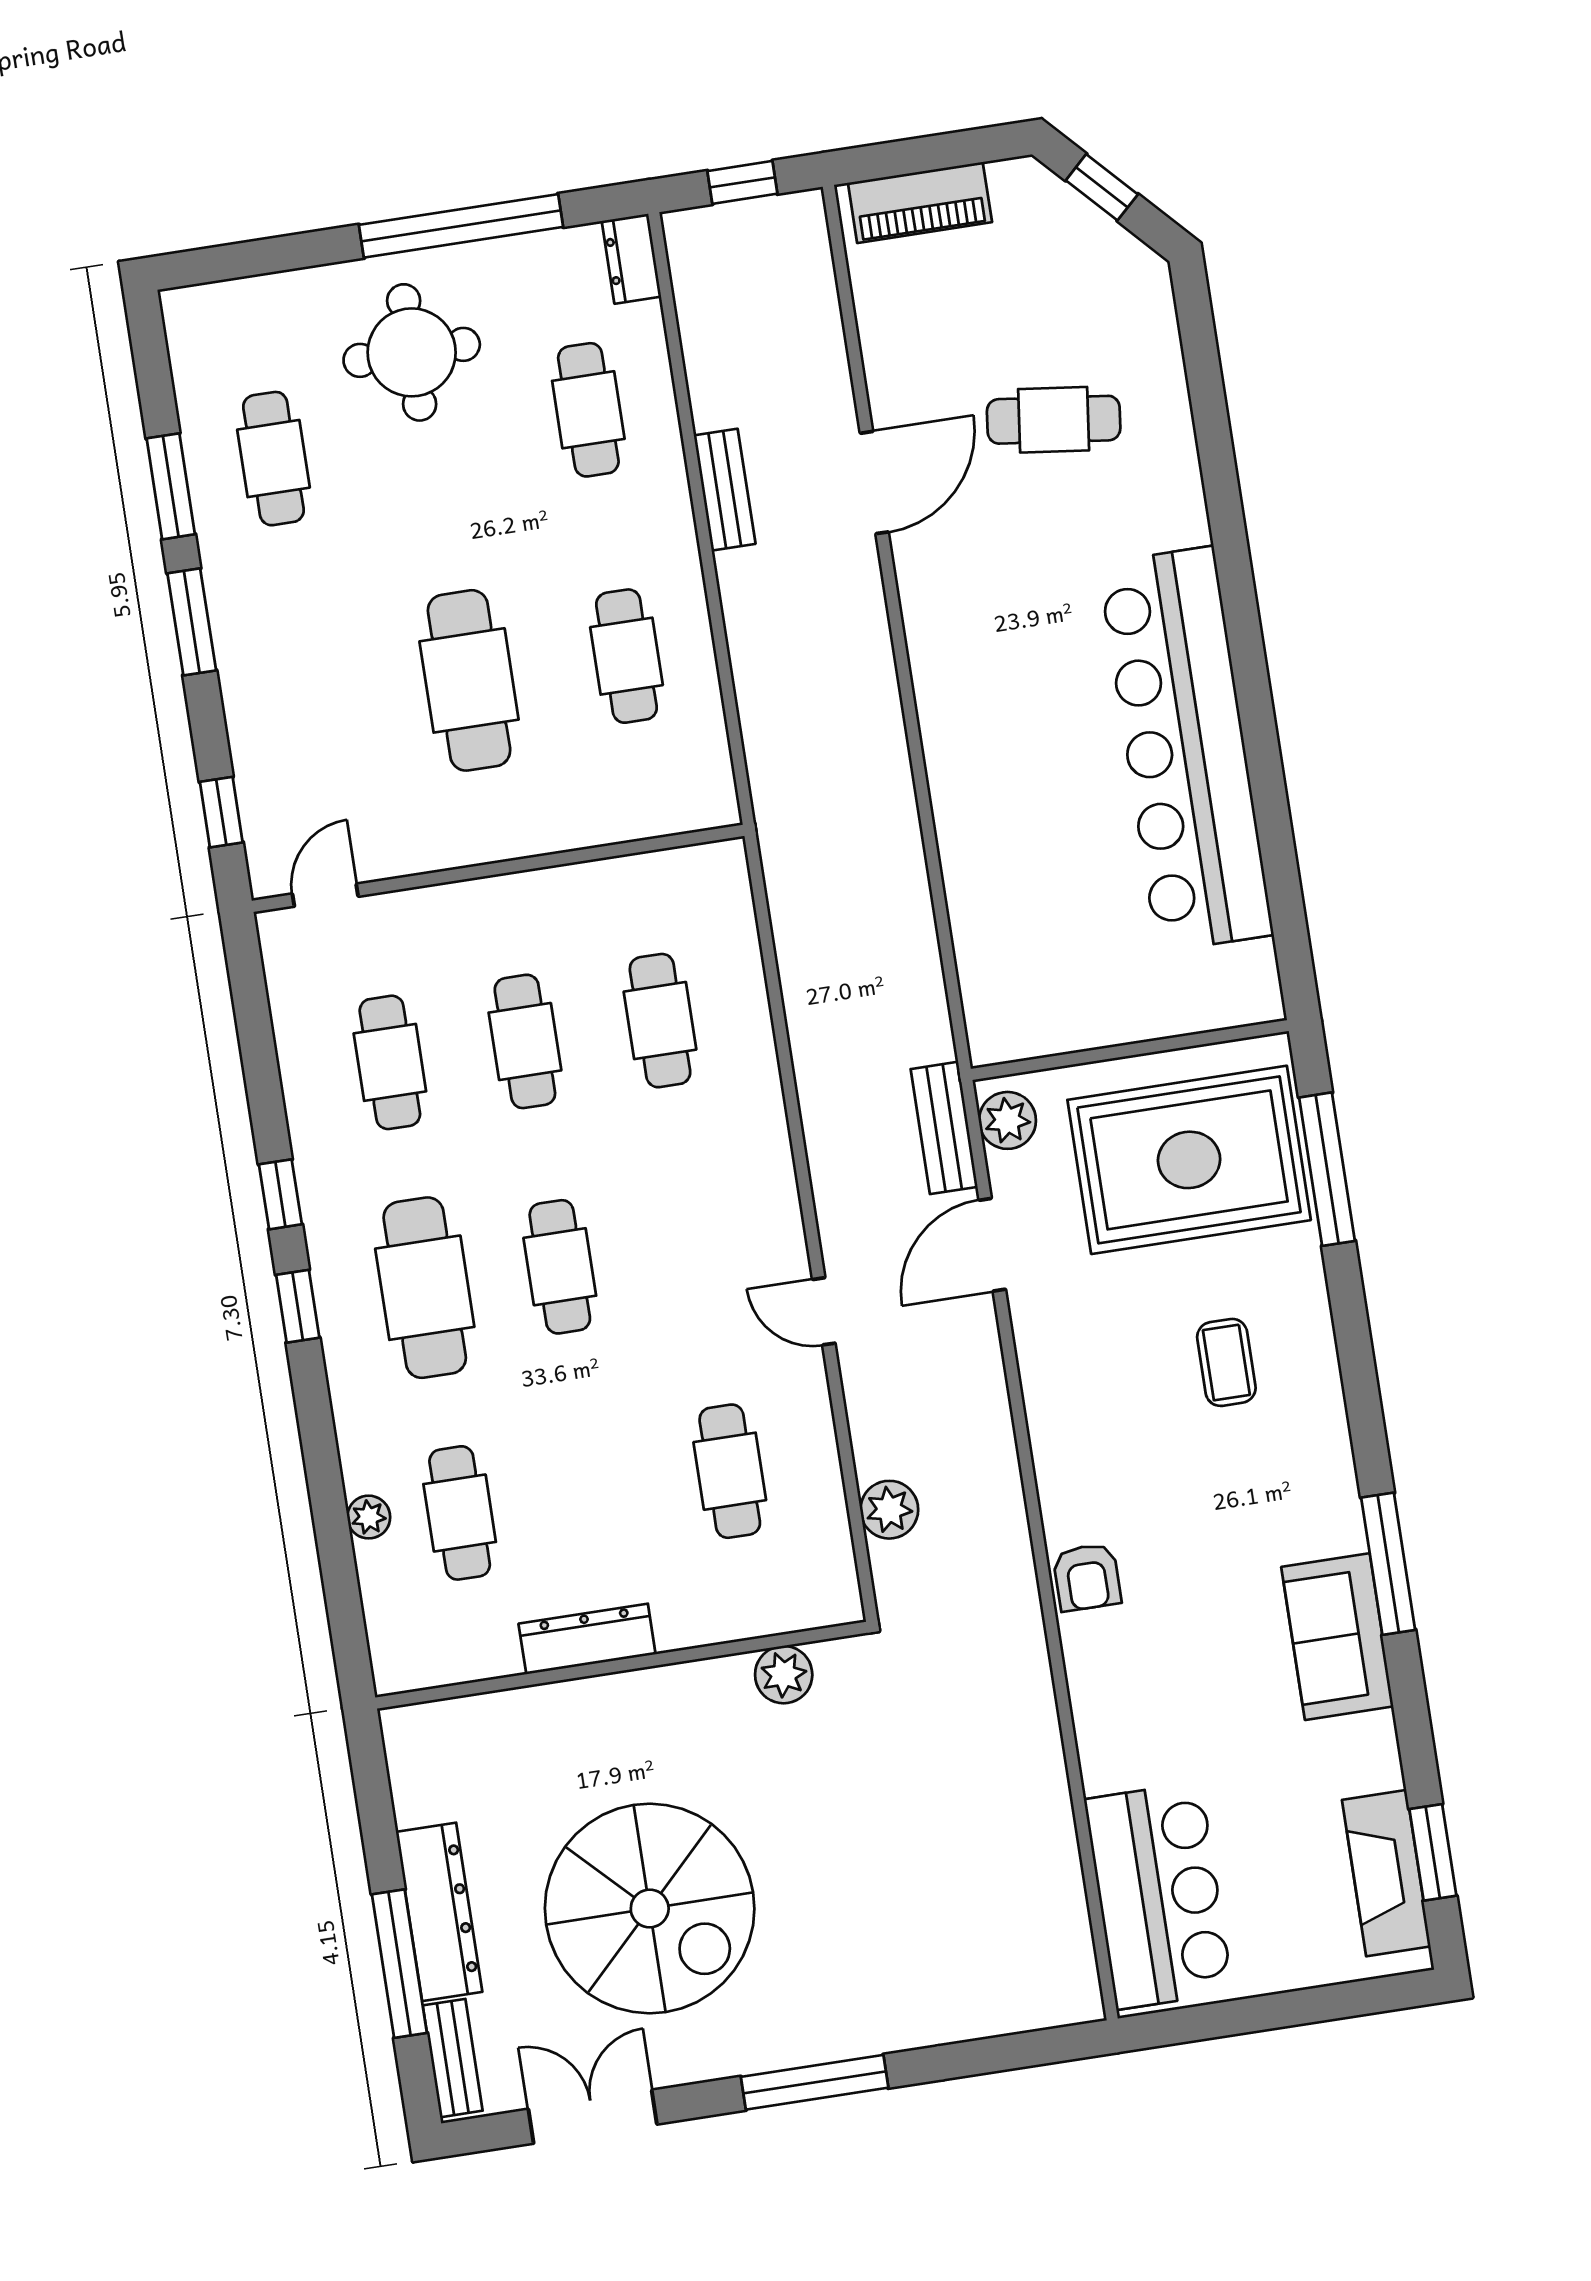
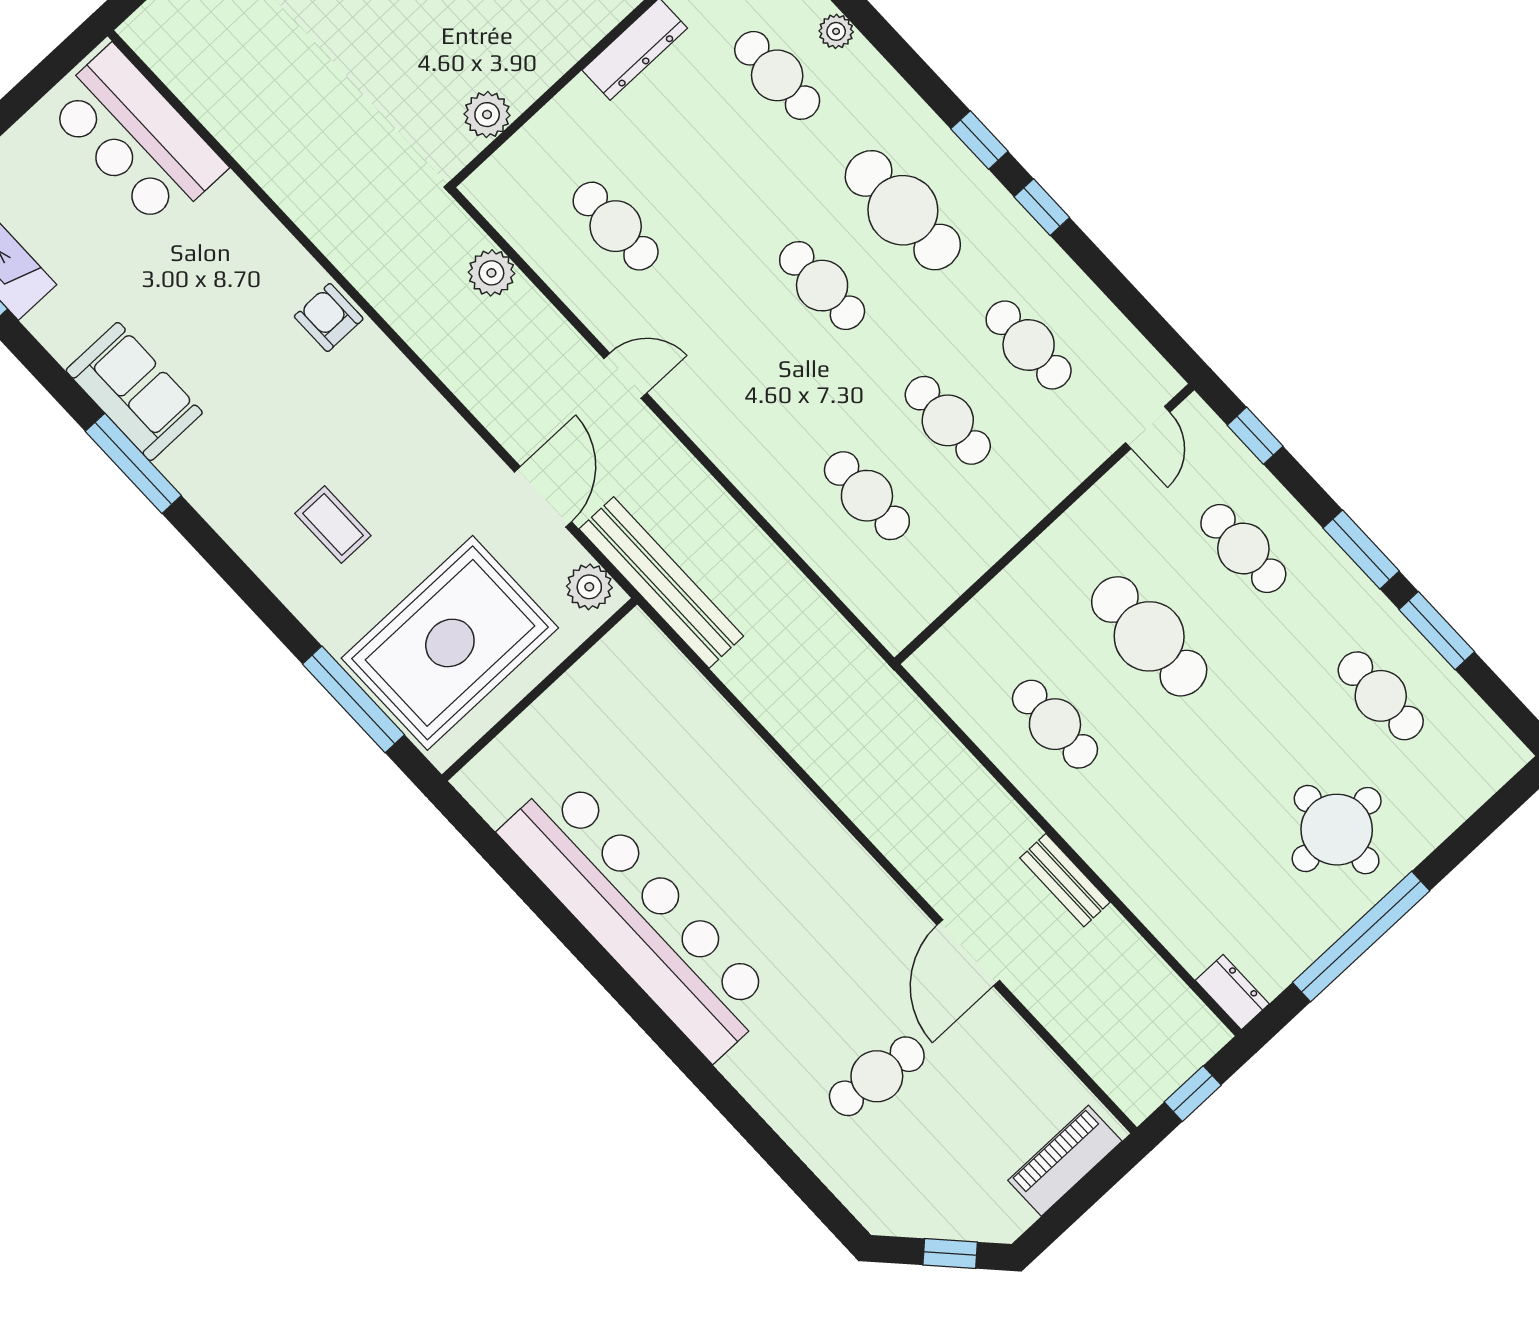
cafe table: (588, 410) -> (1243, 548), moved
bench: (944, 1128) -> (661, 582), width x1.86, depth x1.21

